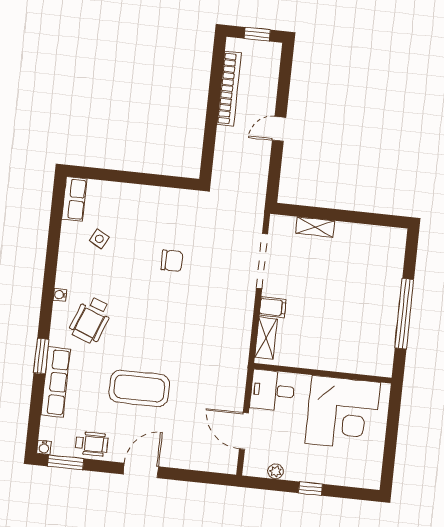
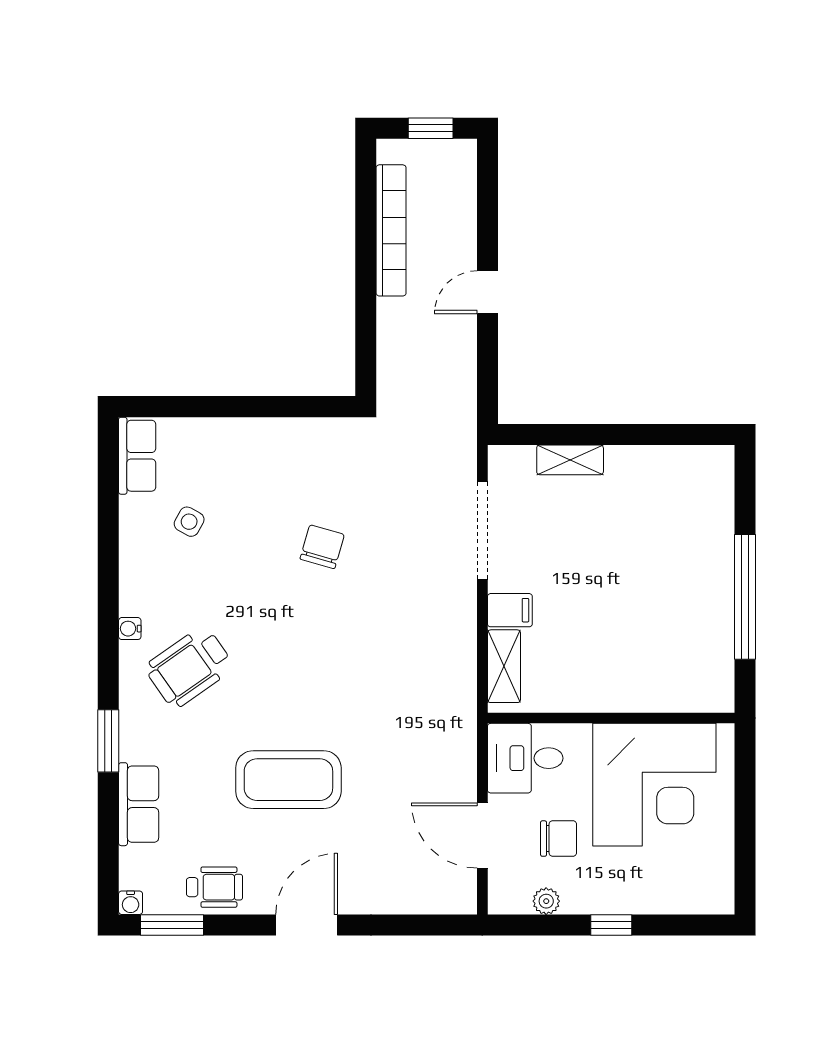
chair: (172, 261) -> (322, 547), turned -74
wheelchair: (91, 320) -> (189, 667), turned 34
row of seats: (56, 382) -> (139, 804), width x0.68
chair: (286, 437) -> (559, 839), added

